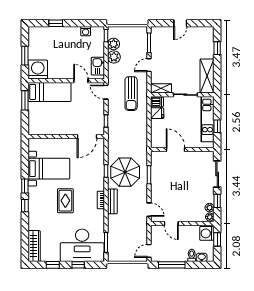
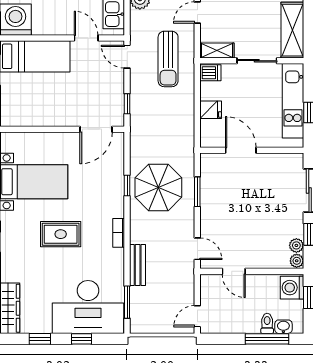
fridge: (157, 113) -> (211, 110), moved
rug: (65, 201) -> (61, 234), turned 90
bench: (112, 201) -> (138, 265), moved
window: (172, 265) -> (267, 339), moved

